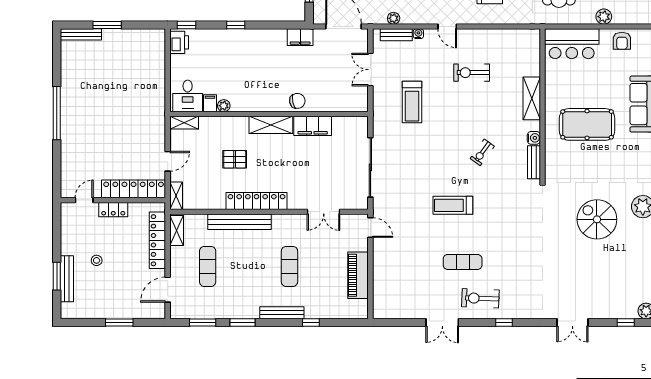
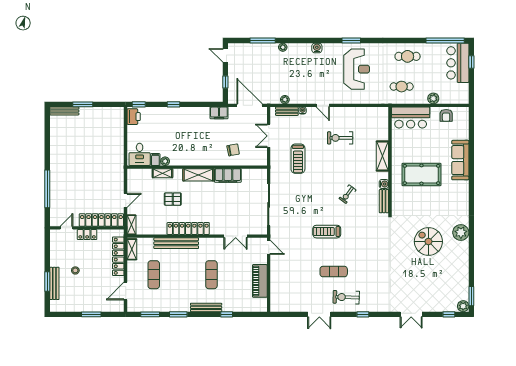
chair: (297, 101) -> (233, 150), moved
window: (57, 113) -> (47, 189), moved
shelving: (184, 123) -> (162, 173), moved

